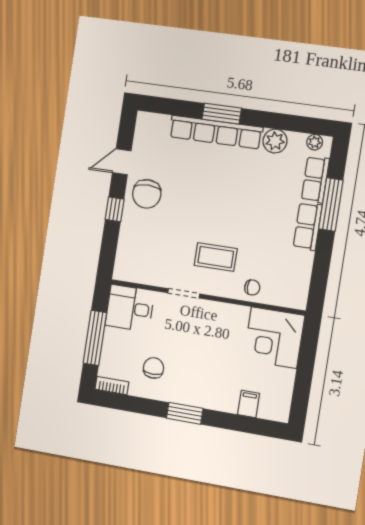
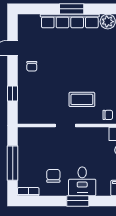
chair: (147, 194) -> (32, 66), width x0.54, depth x0.54
window: (115, 209) -> (13, 93), moved
desk: (130, 308) -> (82, 181), moved, turned -90

